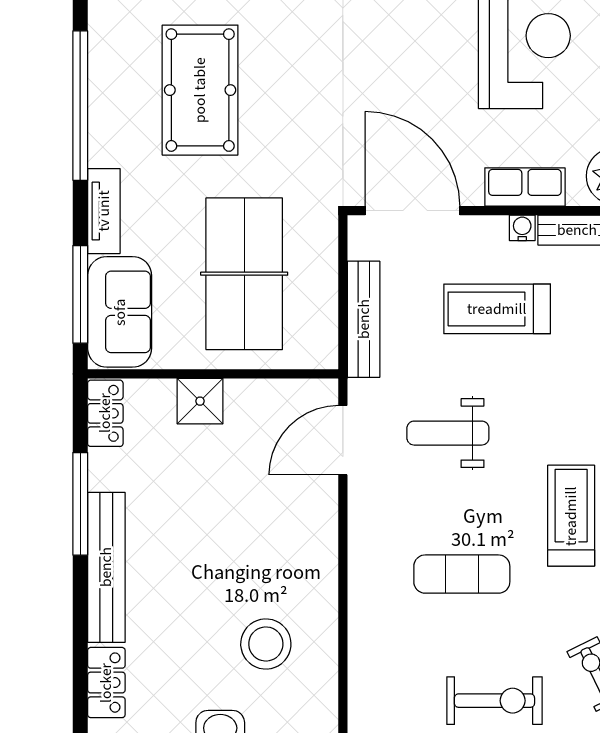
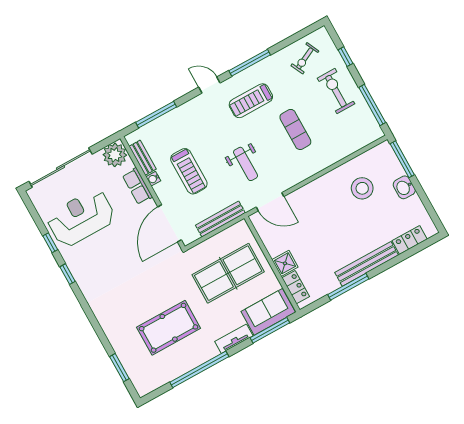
locker: (105, 413) -> (296, 287), moved, turned 90

